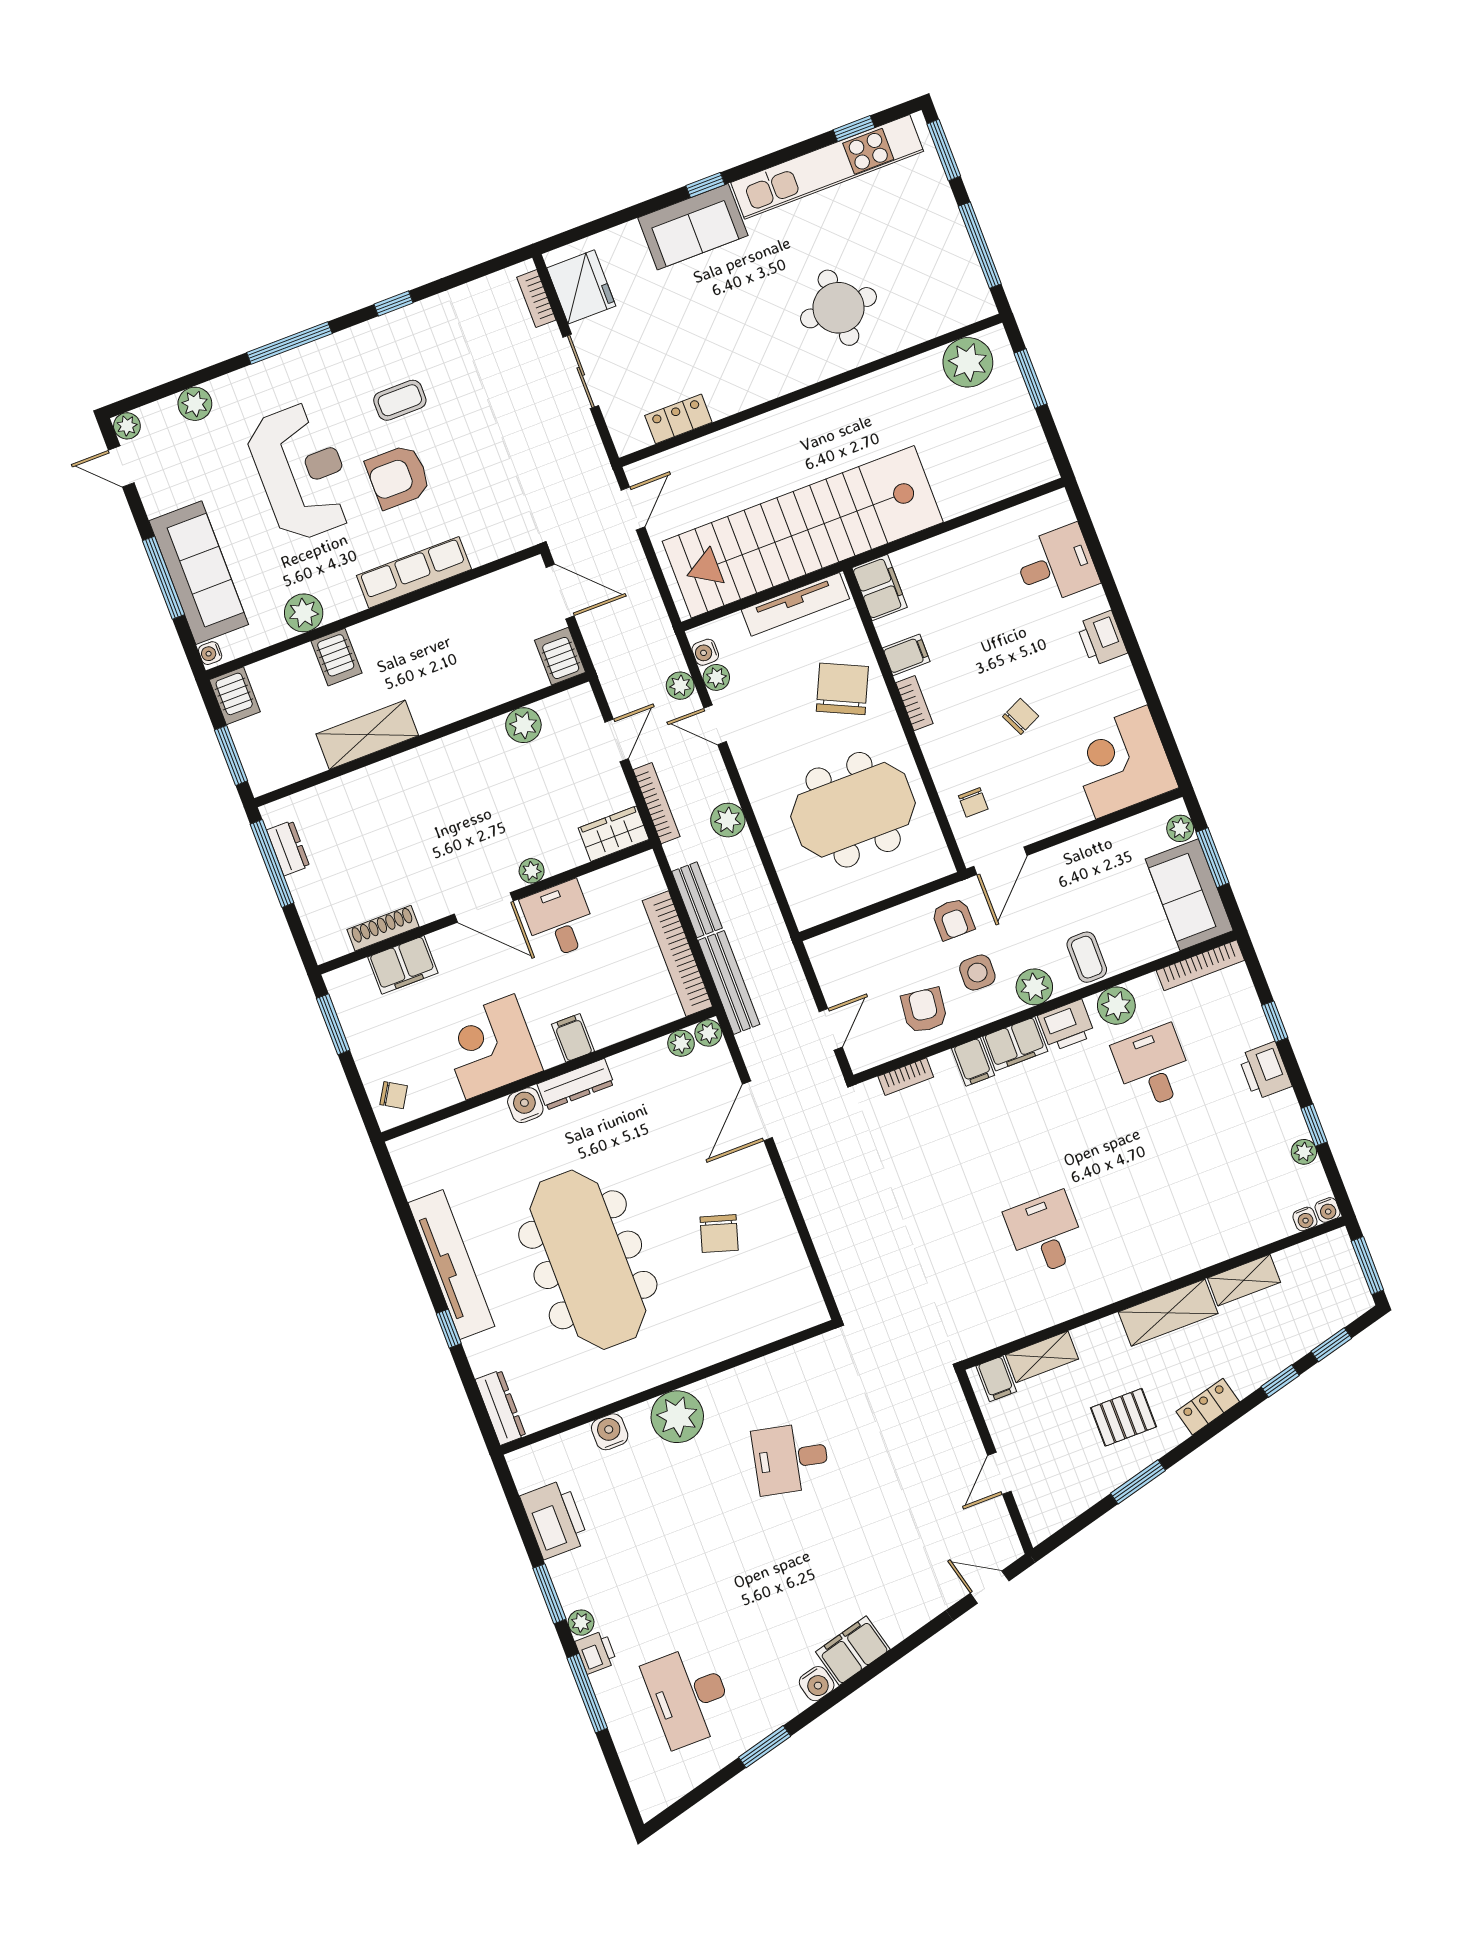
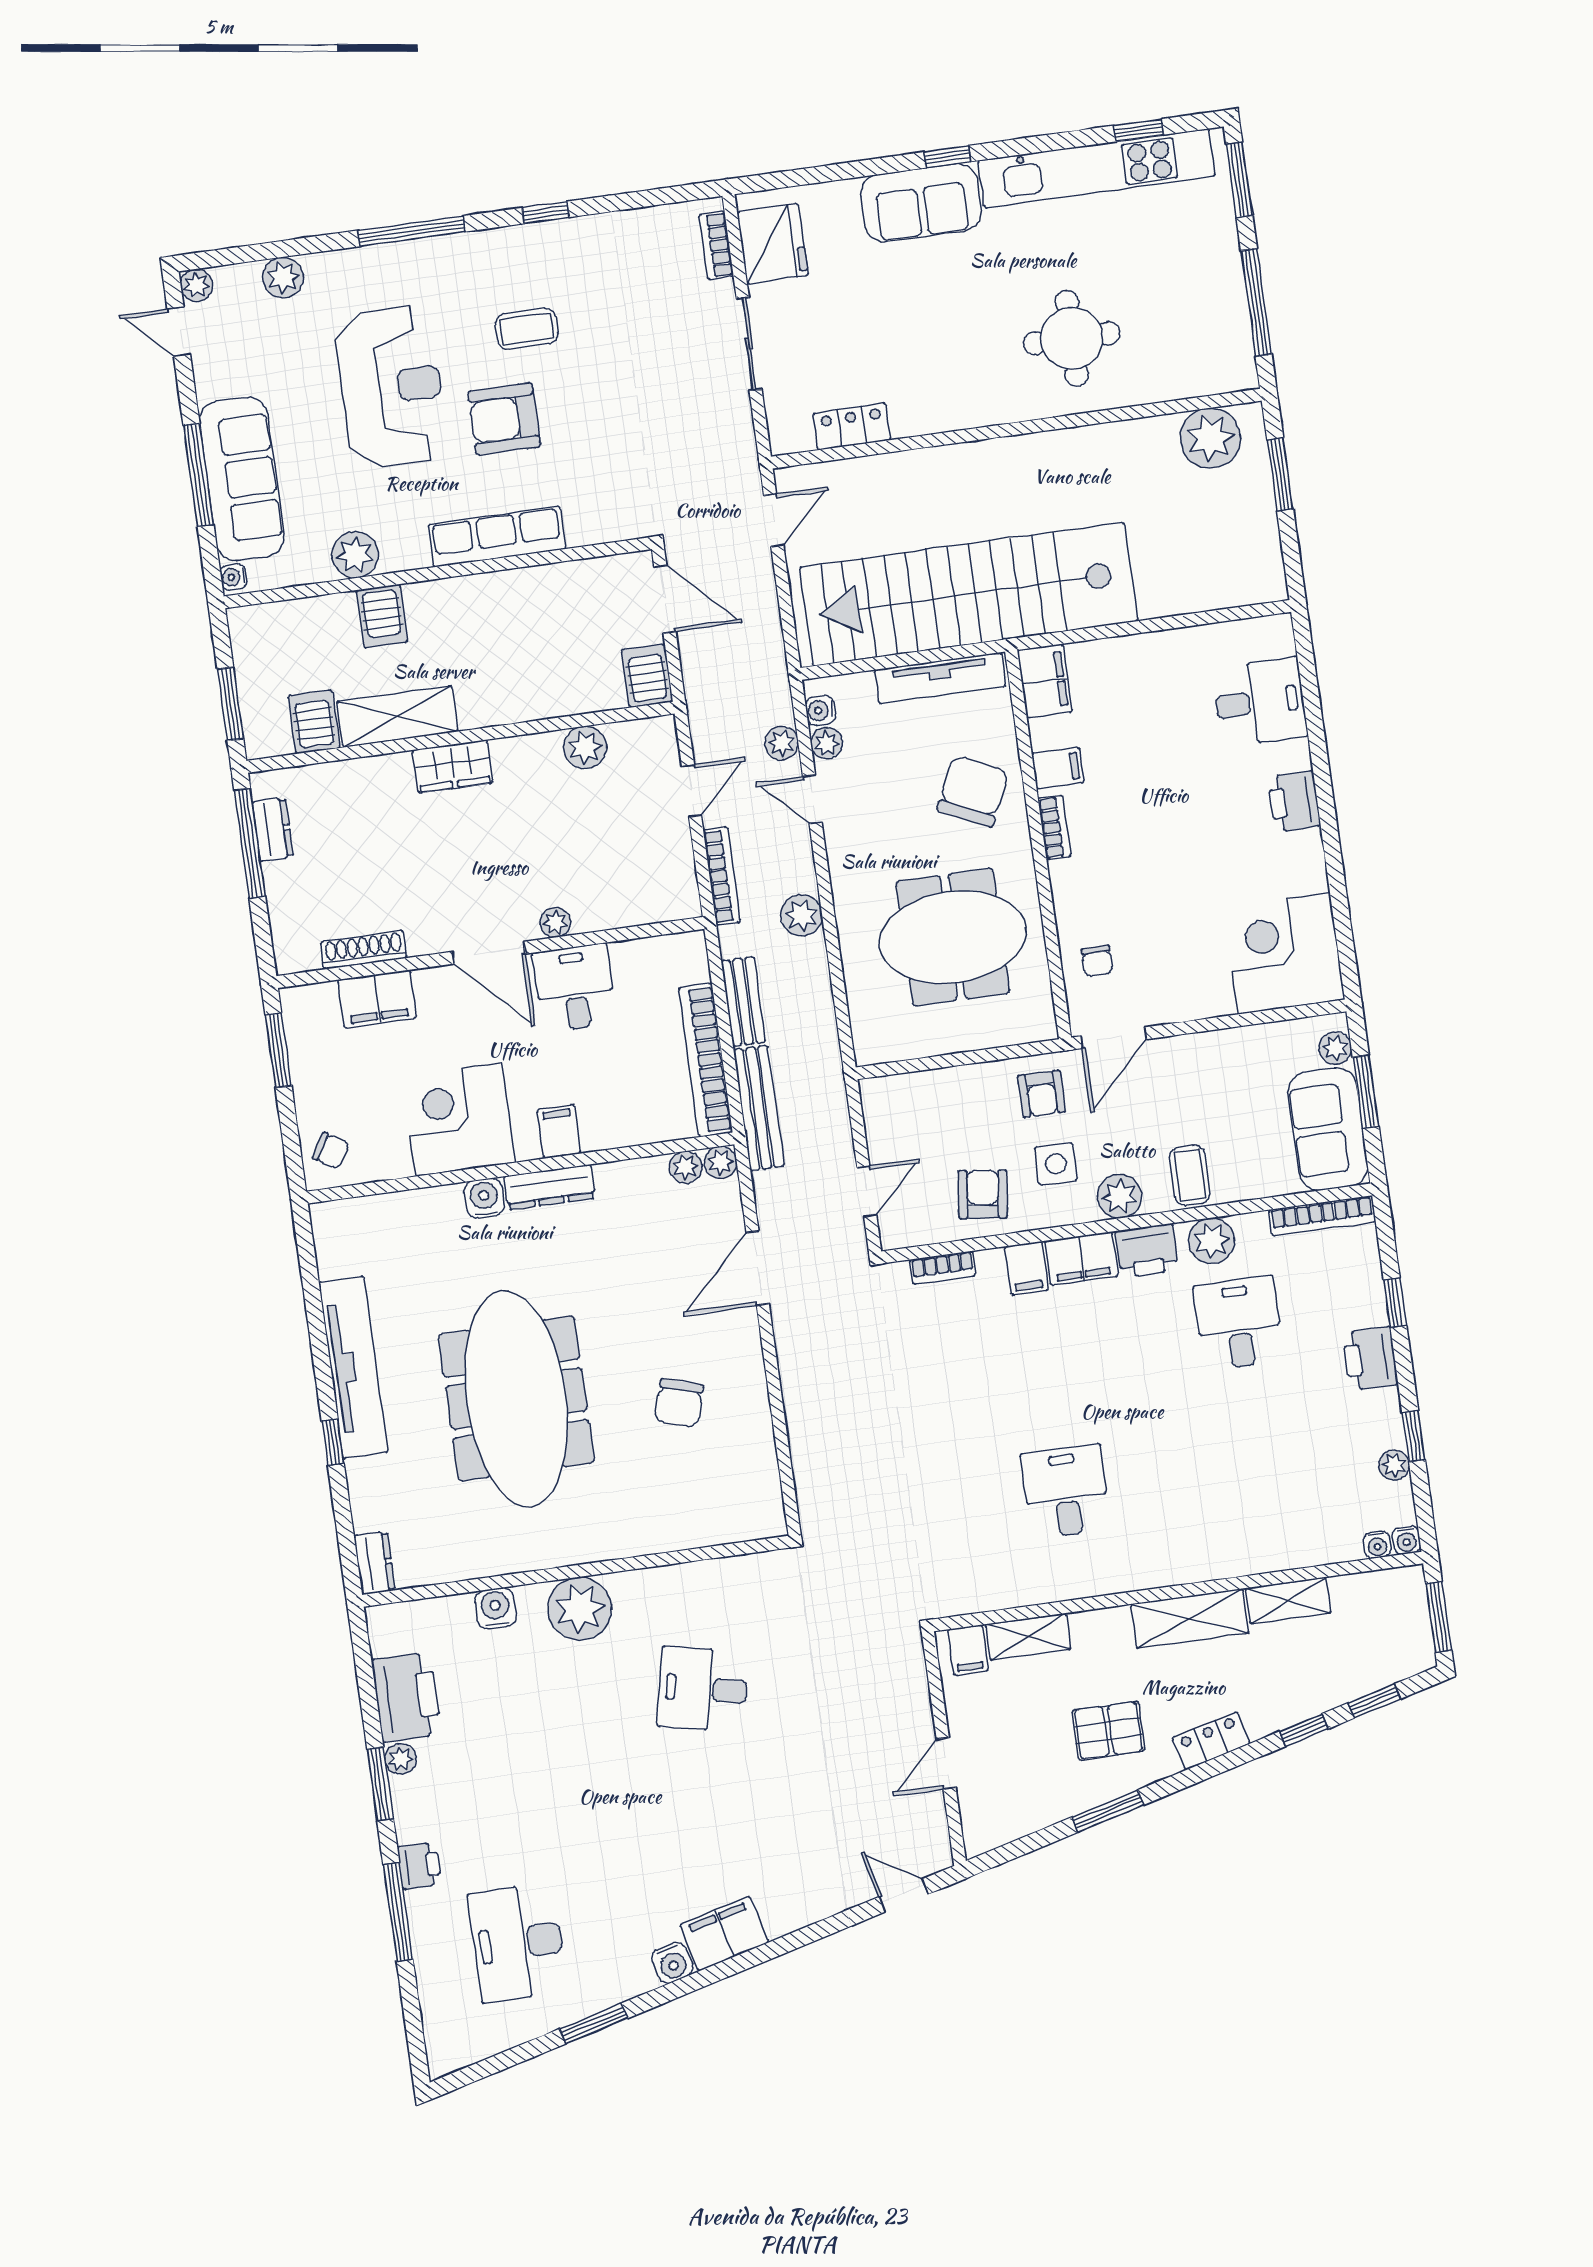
server rack: (235, 696) -> (314, 722), moved, turned 180
chair: (1021, 716) -> (1177, 872), removed
wardrobe: (614, 834) -> (453, 766), moved, turned 180
dresser: (501, 1408) -> (375, 1563), width x0.70
plant: (581, 1623) -> (400, 1759), moved

